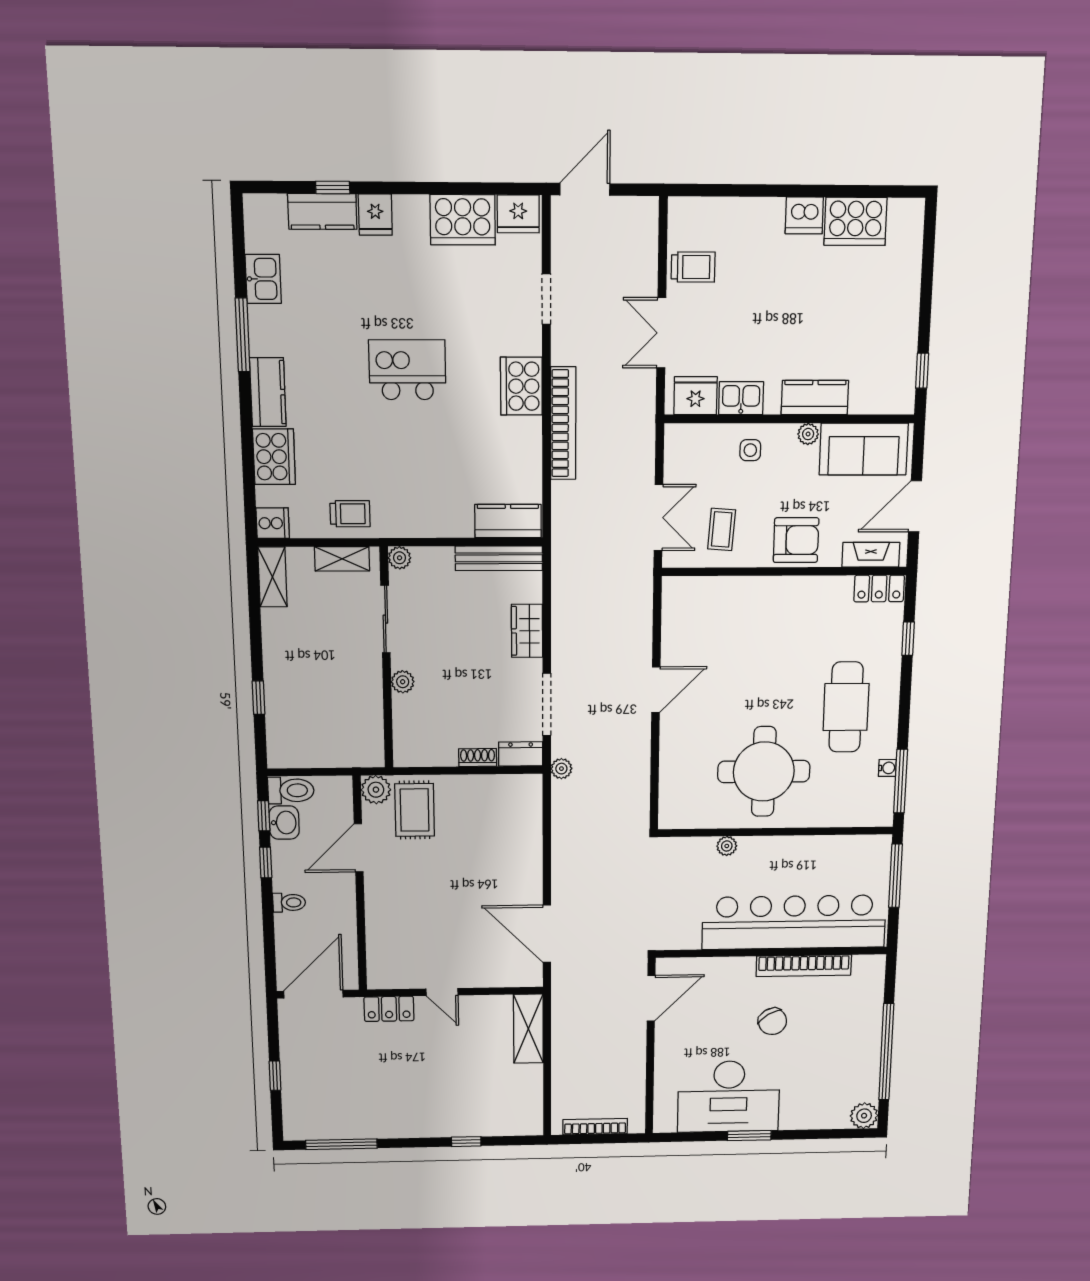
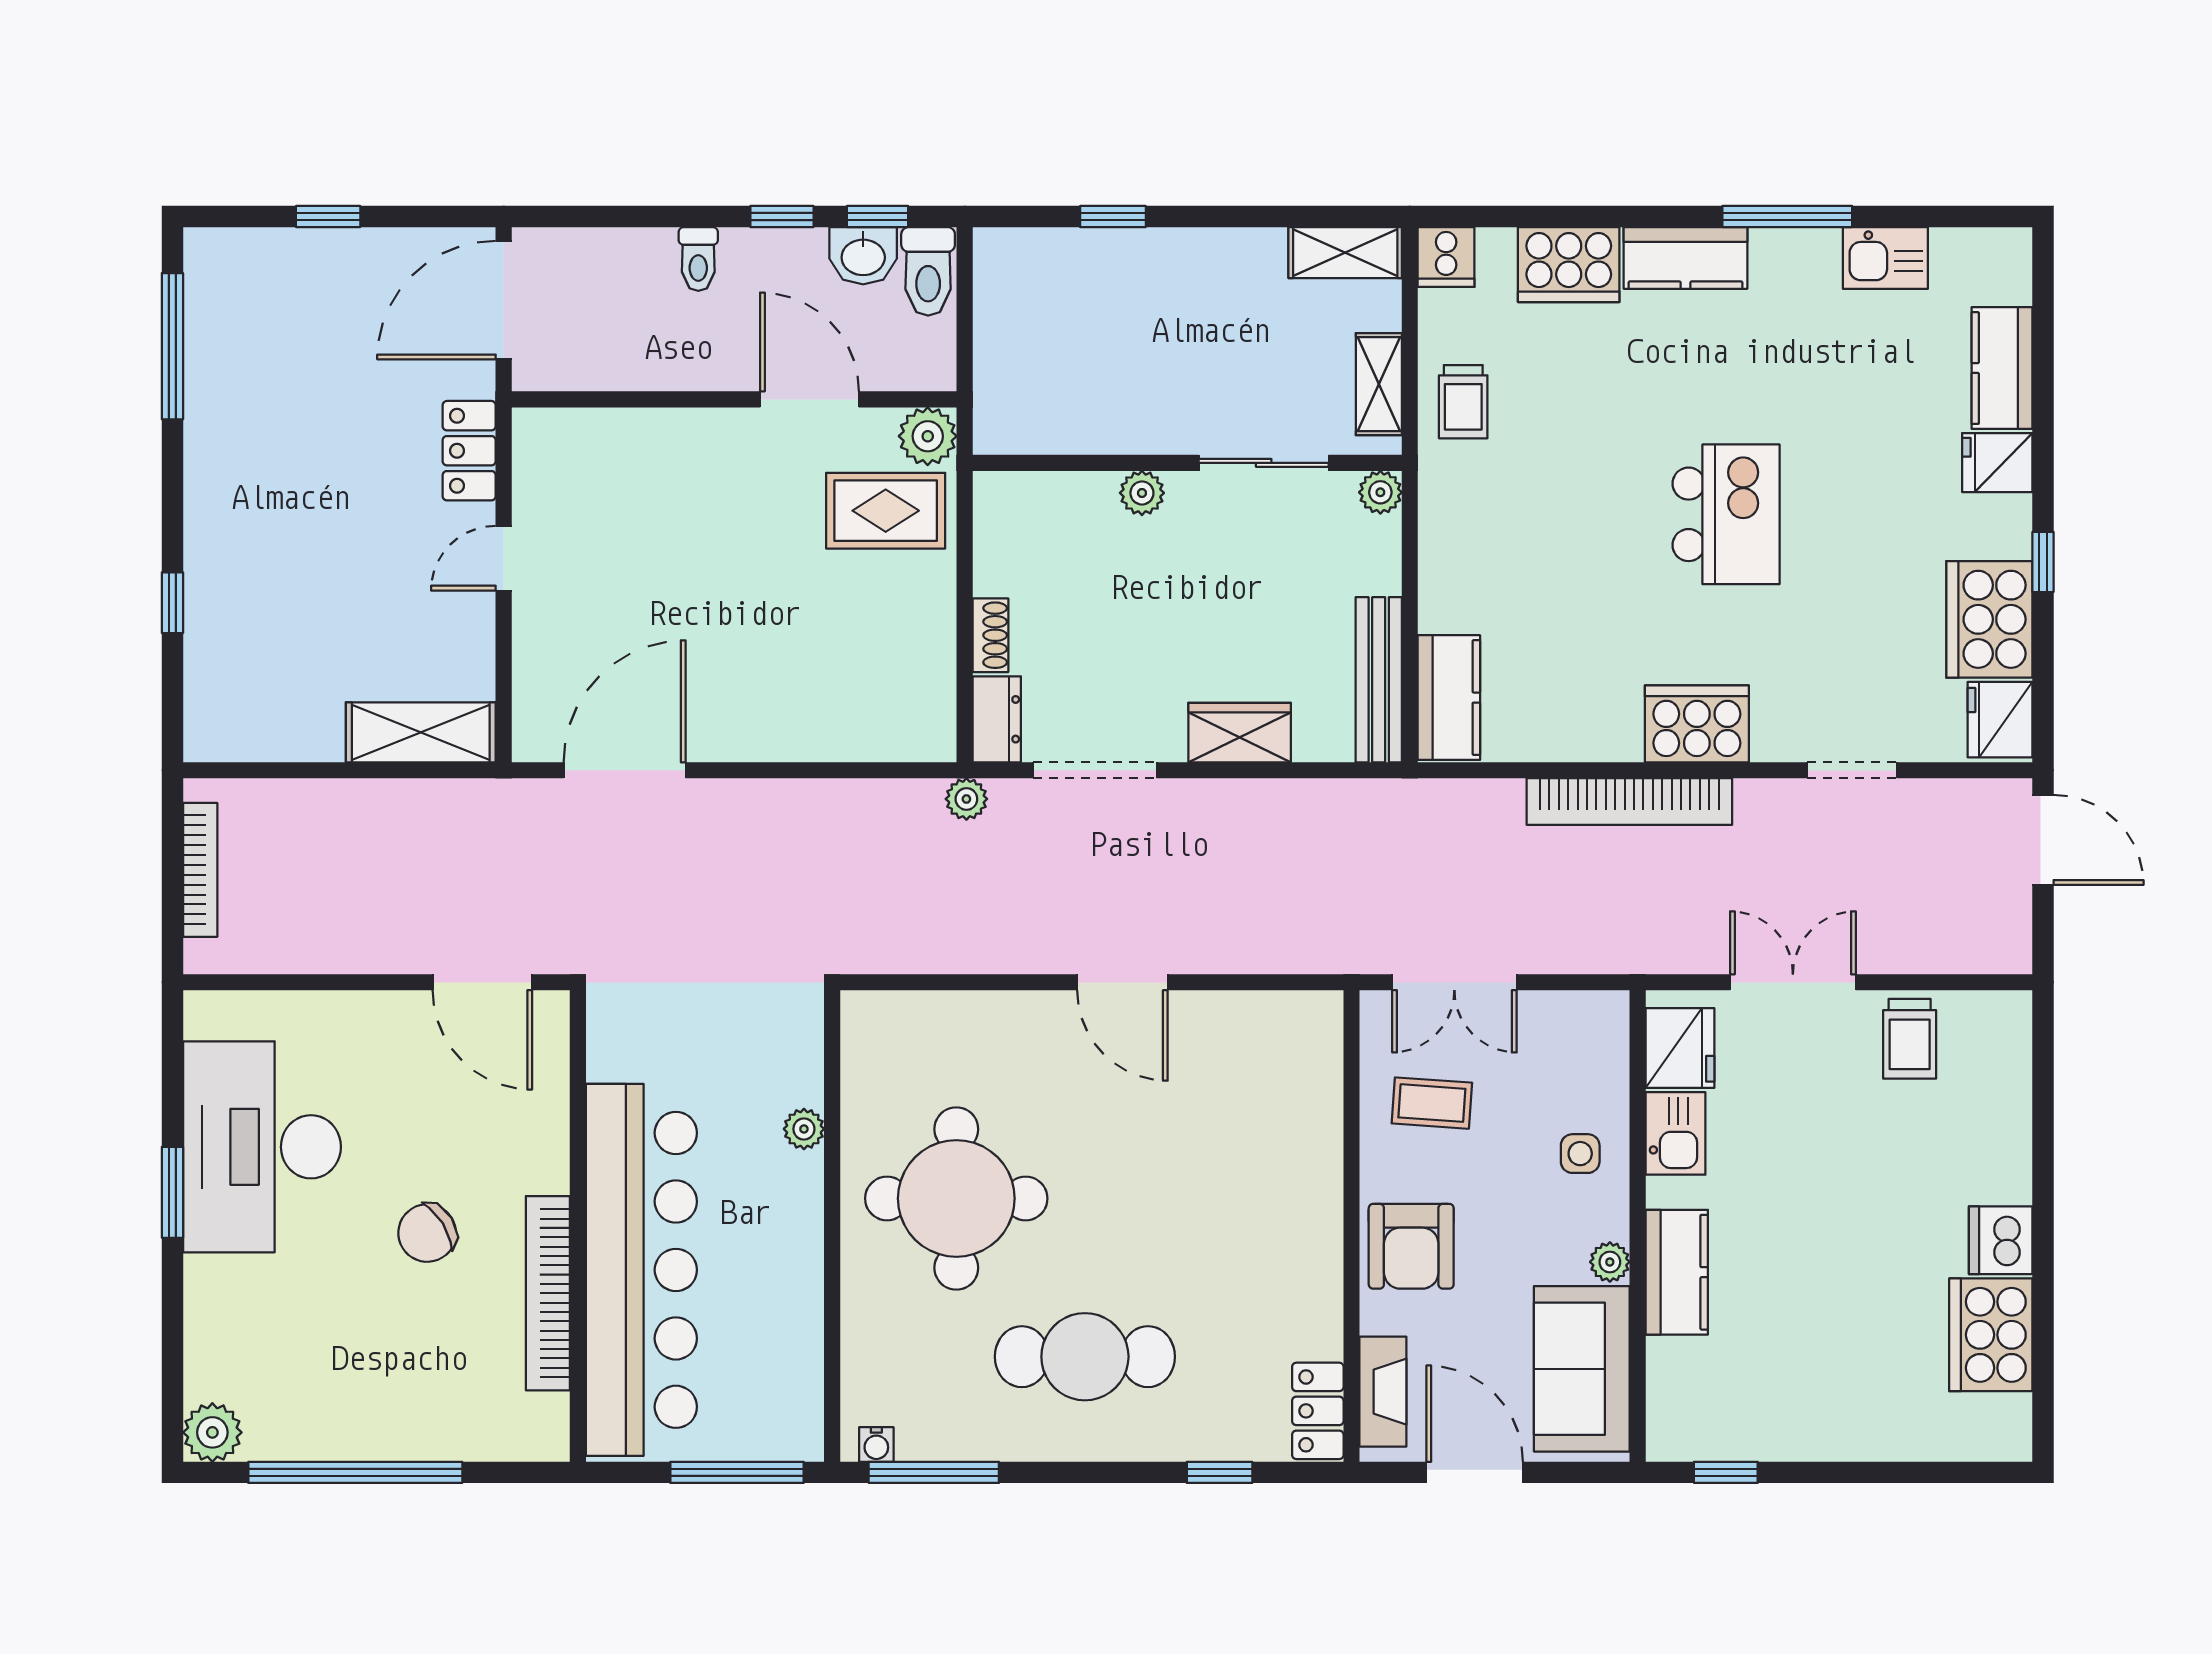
window: (333, 188) -> (2043, 562), moved
water cooler: (887, 768) -> (876, 1444), moved
door: (313, 994) -> (504, 300), swing flipped

